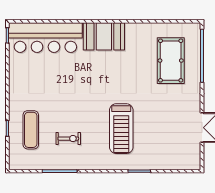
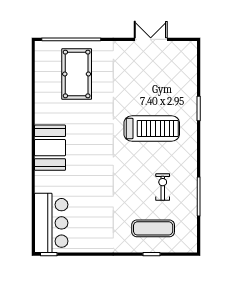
bar counter: (45, 38) -> (51, 223), width x0.73
pool table: (171, 61) -> (77, 74), turned 90

